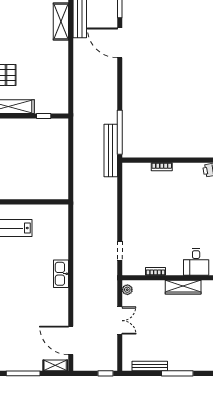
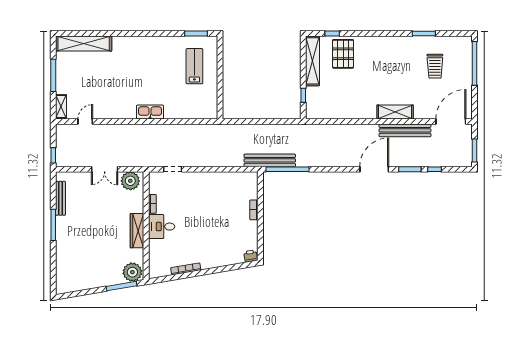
desk: (196, 262) -> (162, 227), moved
plant: (127, 290) -> (130, 181), width x1.87, depth x1.87
door: (71, 340) -> (85, 122), width x0.53

